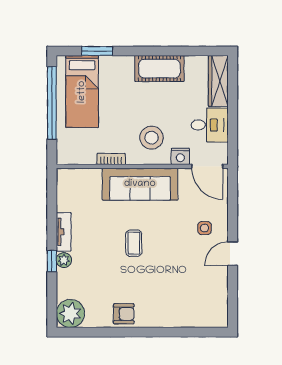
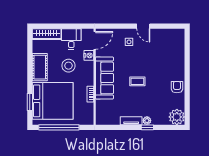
bed: (82, 92) -> (53, 101), width x2.04
stool: (152, 138) -> (68, 66), moved

